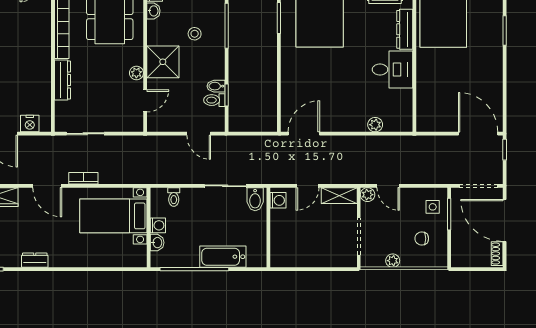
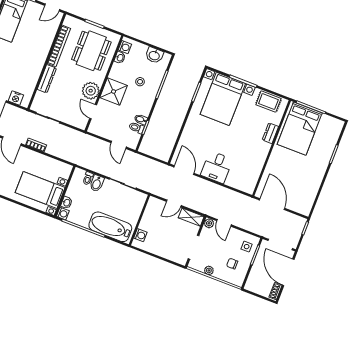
dresser: (405, 29) -> (270, 133), width x0.70
desk: (392, 69) -> (217, 167), moved, turned 90
plant: (136, 73) -> (91, 91), width x1.88, depth x1.88
door: (145, 101) -> (93, 112), swing flipped
plant: (375, 125) -> (231, 182), removed
door: (304, 134) -> (184, 170), hinge flipped
door: (478, 134) -> (272, 204), moved
bidet: (255, 199) -> (97, 183), moved
washing machine: (278, 200) -> (140, 235), moved
bed with nightstands: (113, 216) -> (40, 190), moved
washing machine: (158, 225) -> (63, 214), moved
bathtub: (223, 257) -> (110, 227), width x1.36, depth x1.36

